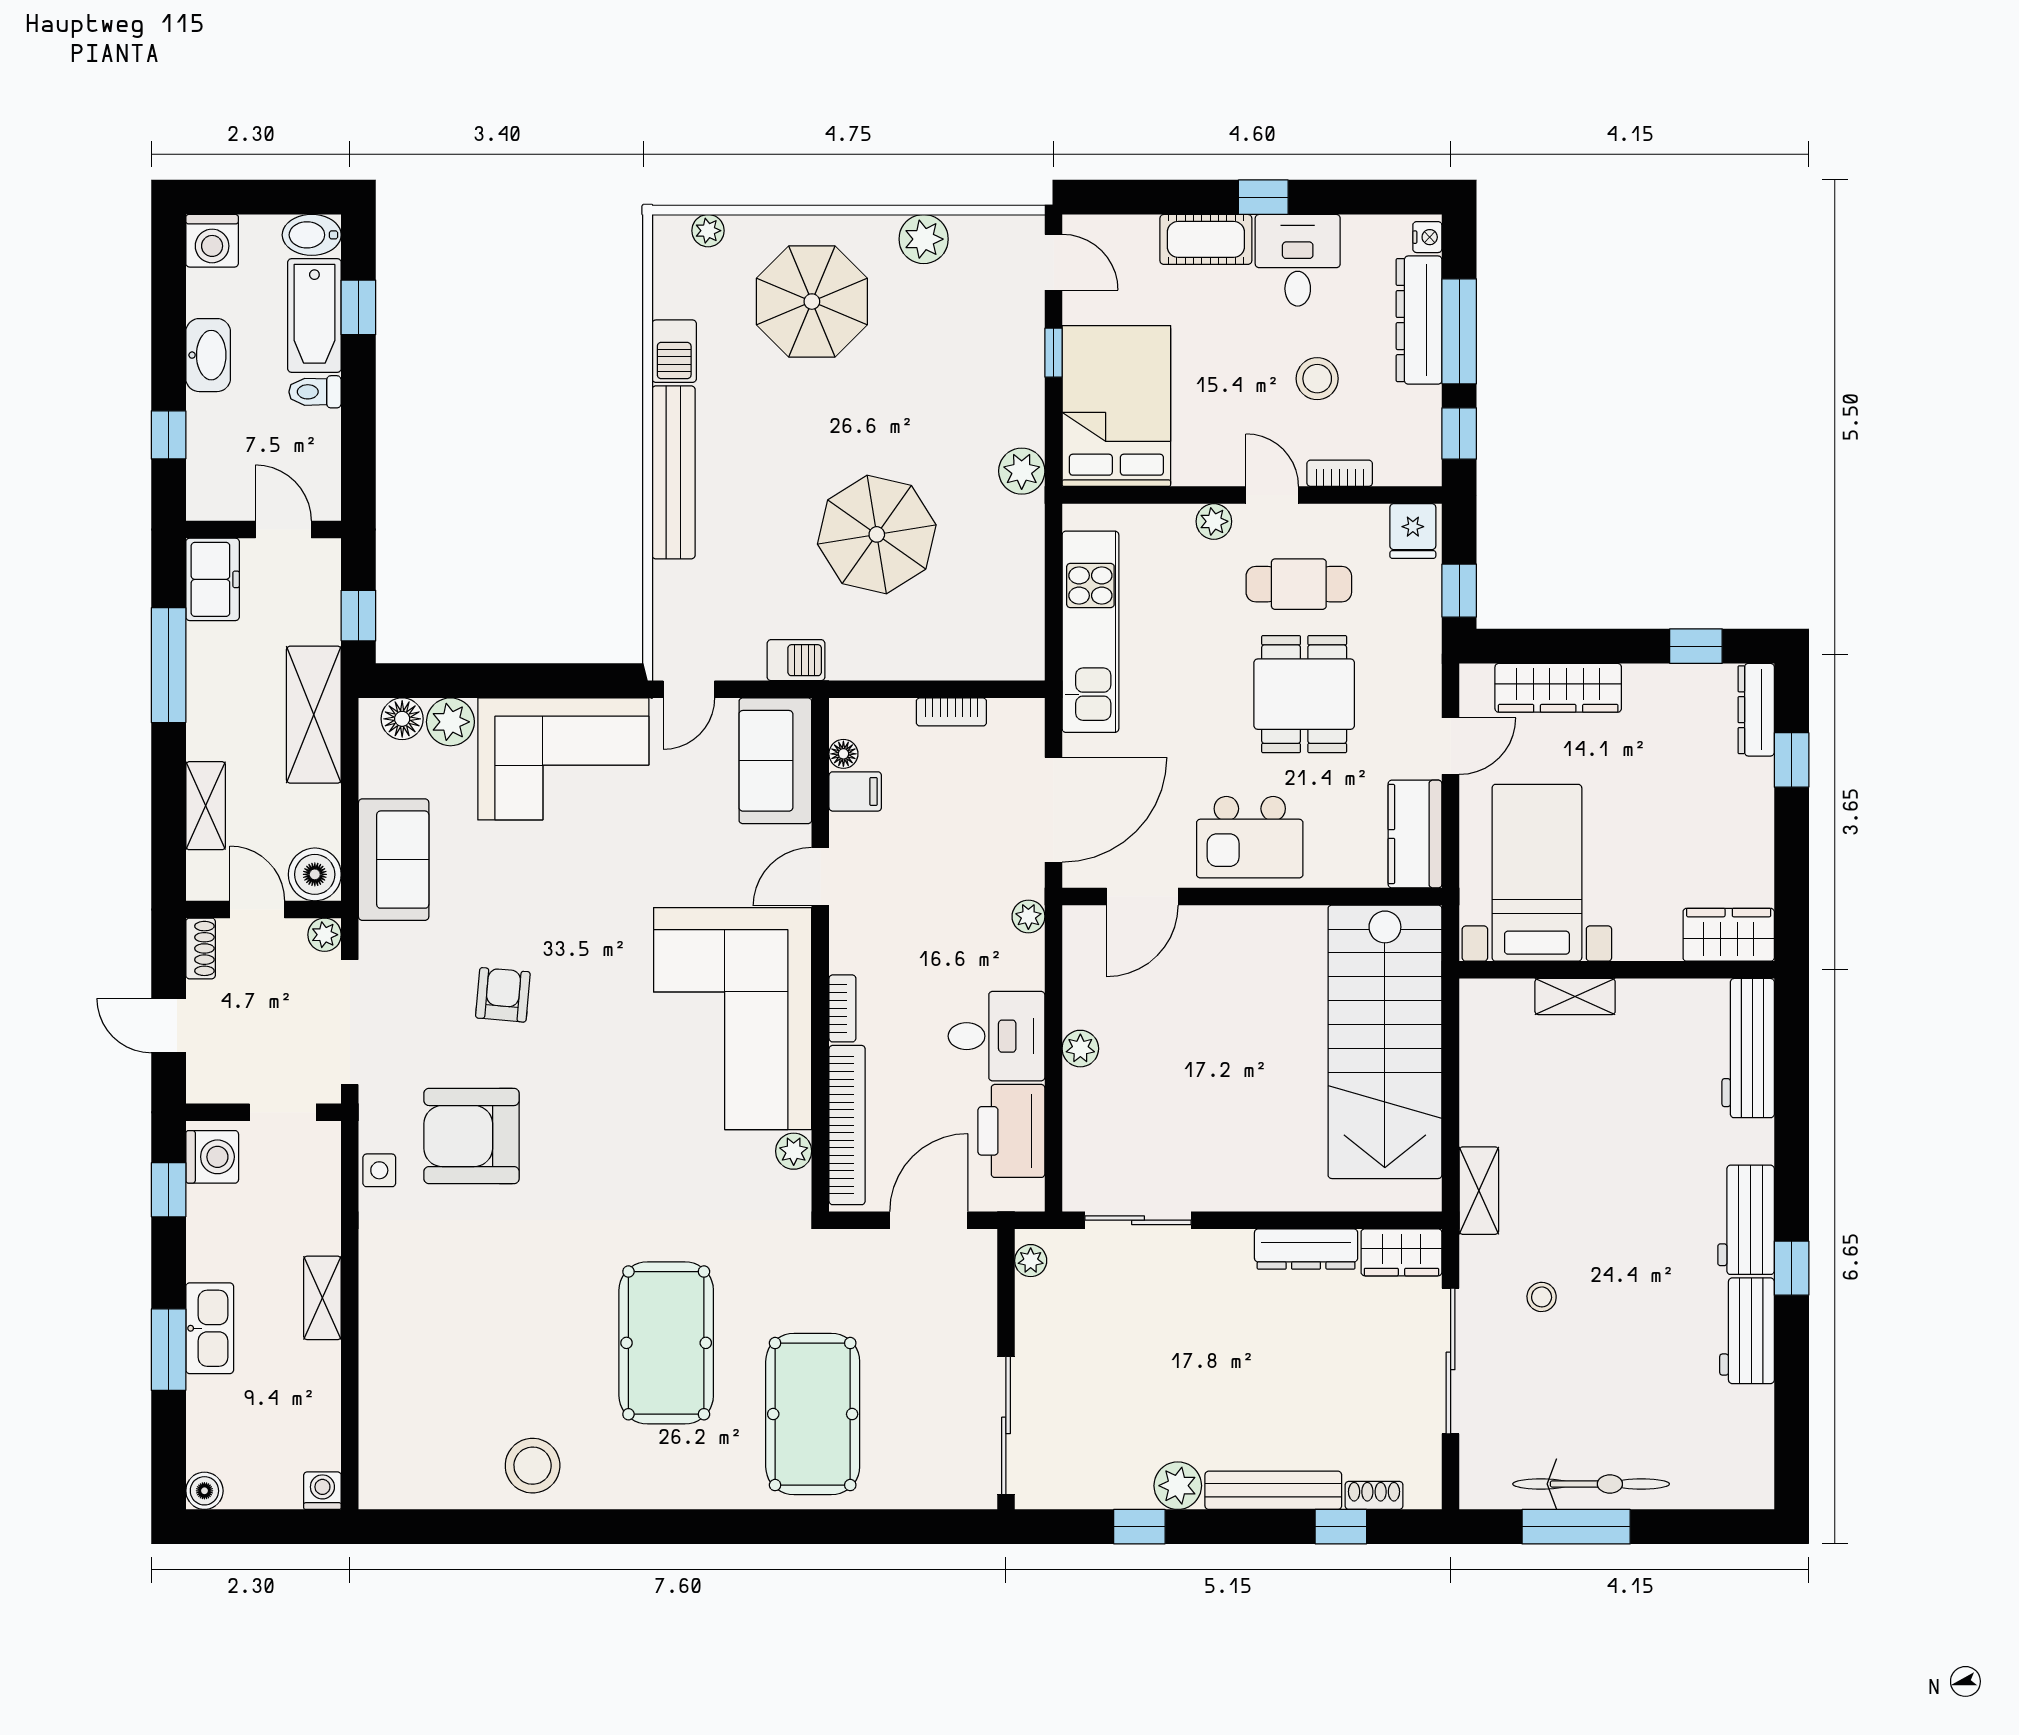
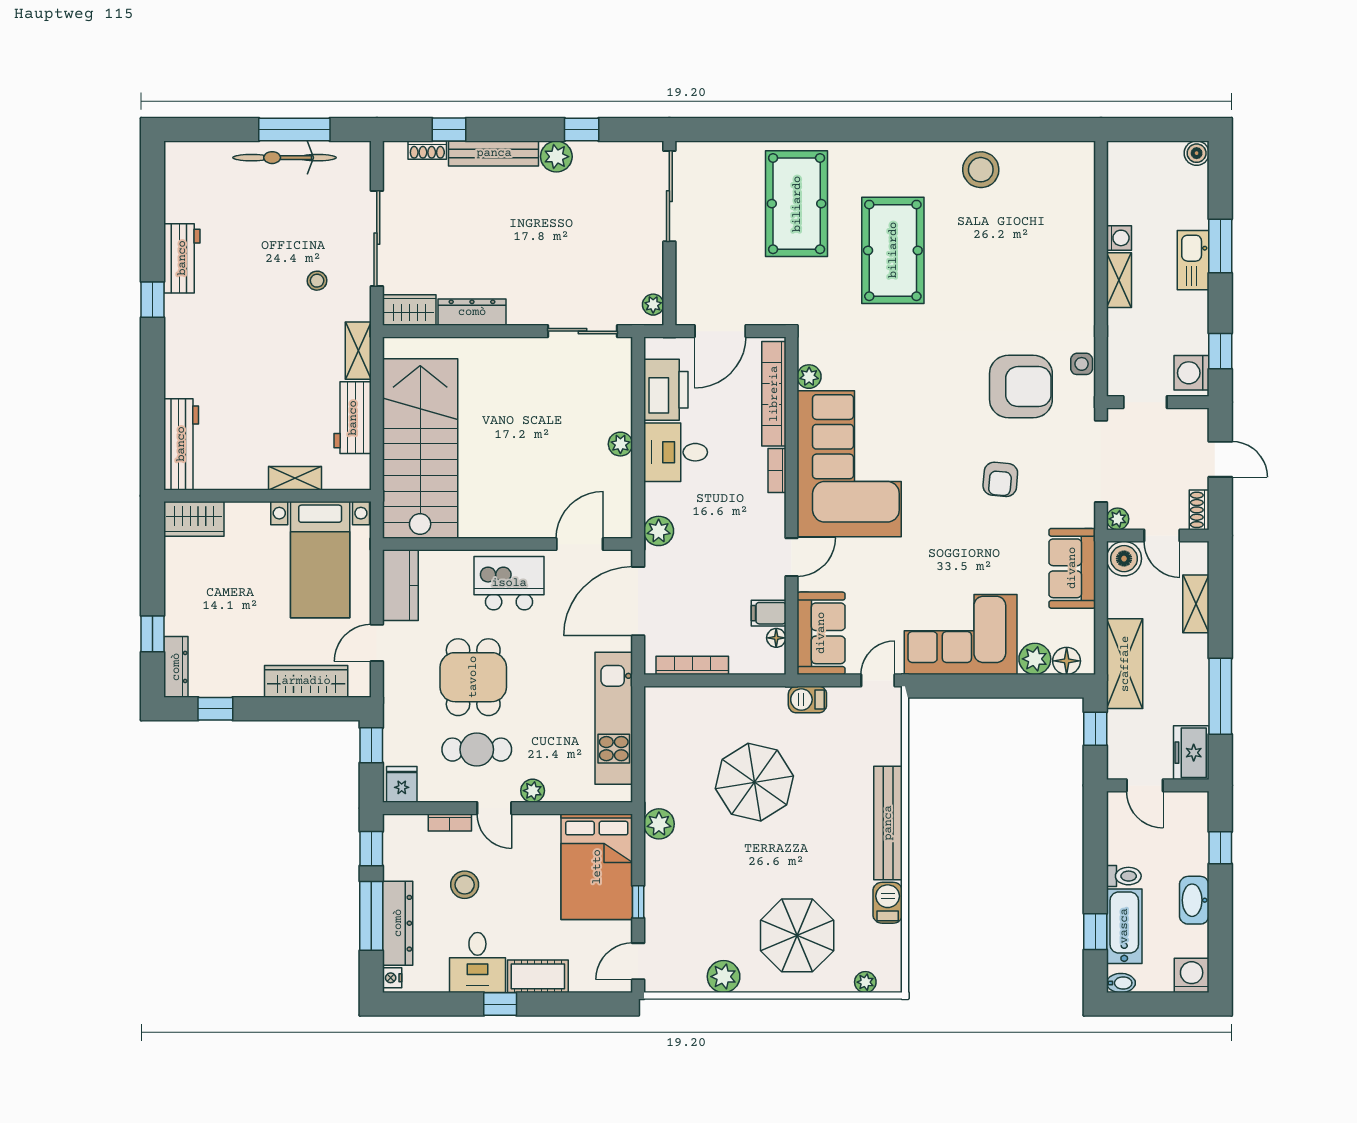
bidet: (312, 235) -> (1121, 983), width x0.72, depth x0.74
door: (1053, 262) -> (638, 961), hinge flipped
bookcase: (951, 712) -> (692, 665), width x1.56
plant: (1028, 916) -> (659, 531), width x1.38, depth x1.38
workbench: (1746, 1220) -> (353, 418), moved, turned 180
washing machine: (322, 1491) -> (1119, 238), moved, turned -90

